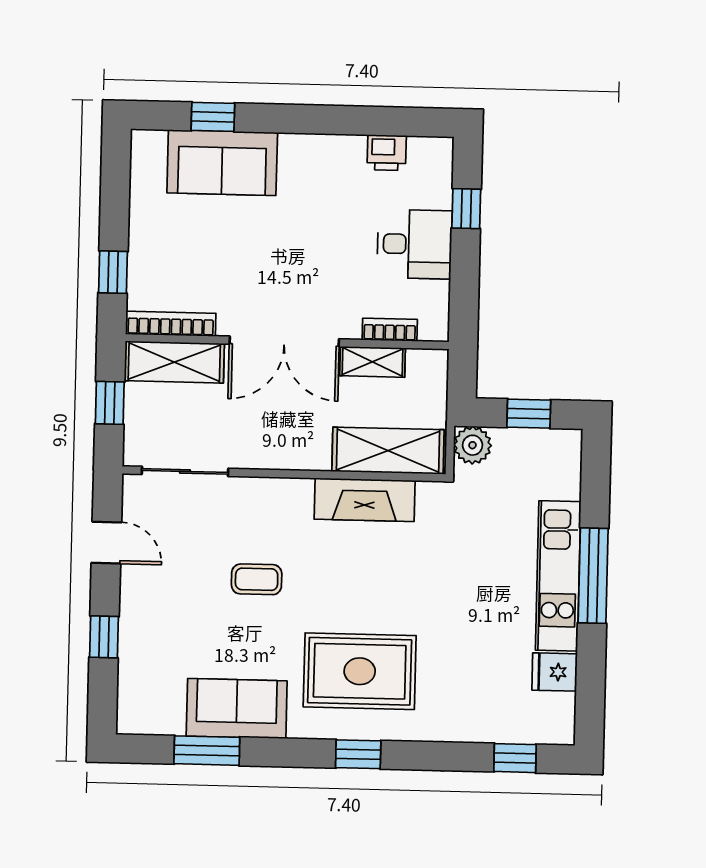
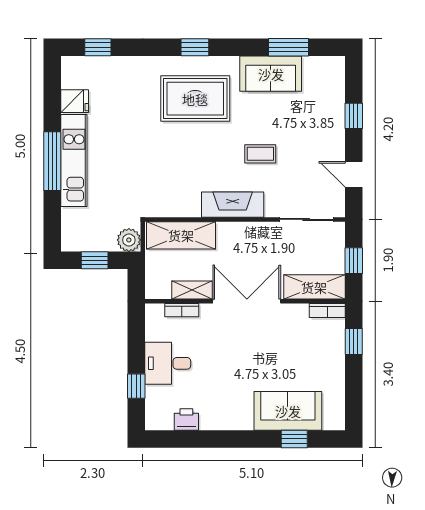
bookcase: (171, 324) -> (327, 310), width x0.64
fireplace: (365, 500) -> (233, 205), moved

